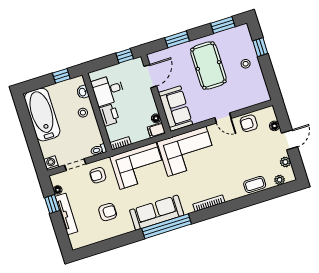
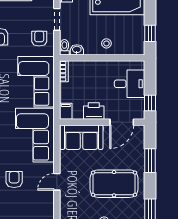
door: (150, 76) -> (122, 122), hinge flipped
desk: (108, 90) -> (130, 84), moved, turned 90
washbasin: (83, 92) -> (77, 50), moved
printer: (109, 115) -> (94, 111), moved, turned 180
floor lamp: (156, 118) -> (78, 115), removed
armchair: (249, 123) -> (14, 180), moved

